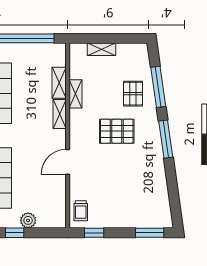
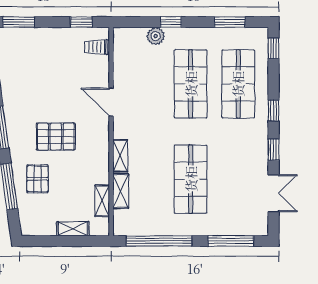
shelving: (76, 94) -> (102, 201), moved
door: (68, 162) -> (111, 102), swing flipped
trolley: (81, 211) -> (96, 47), turned -90

